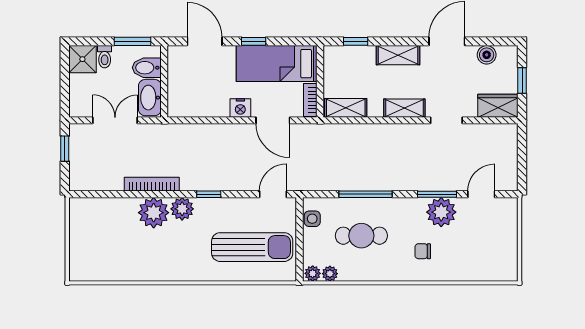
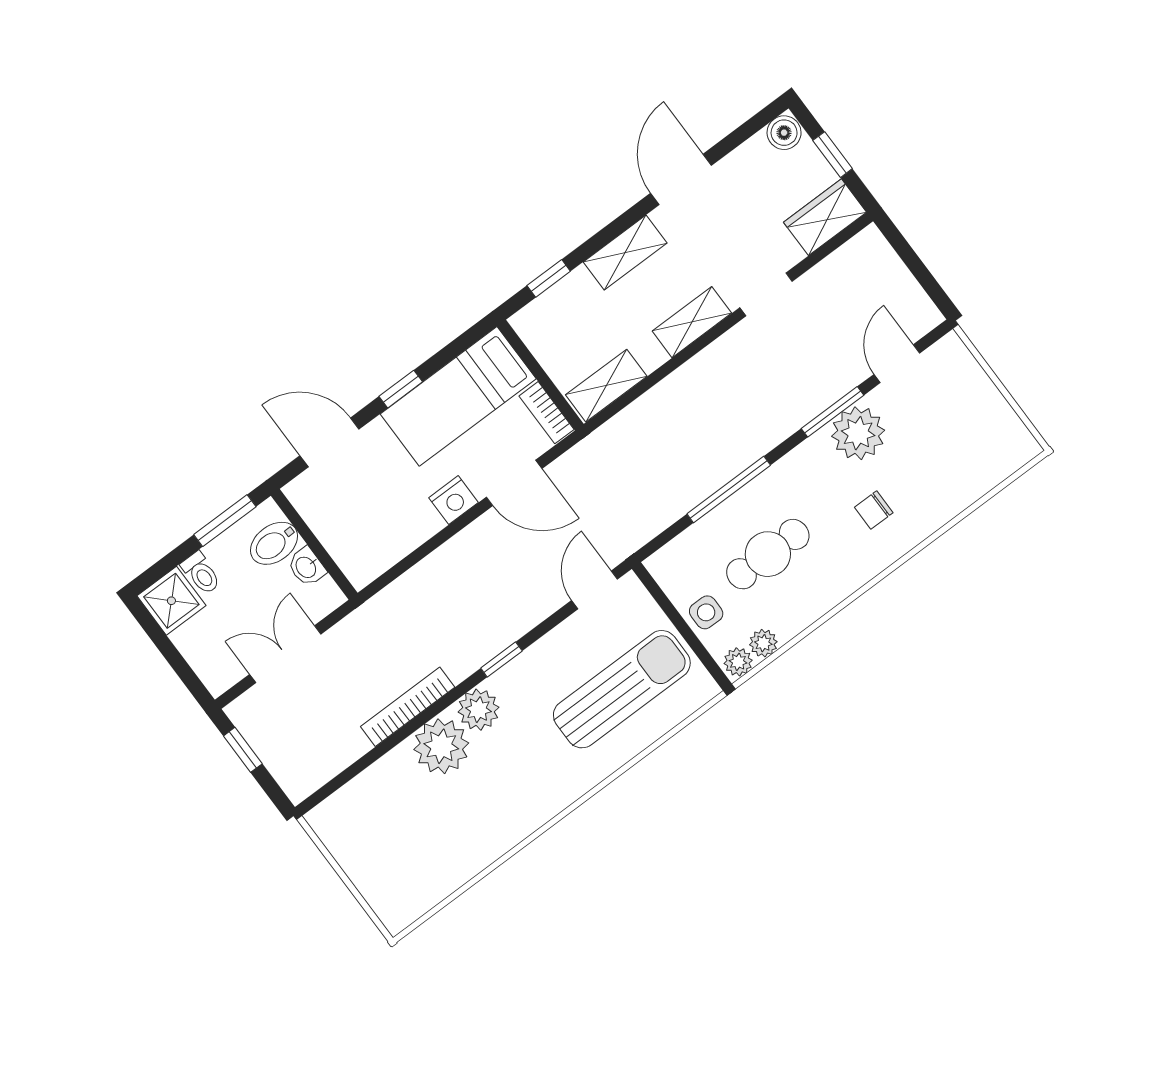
boiler: (487, 55) -> (784, 133), moved
washbasin: (150, 98) -> (307, 567), width x0.52, depth x0.69
side table: (312, 219) -> (706, 612), moved

